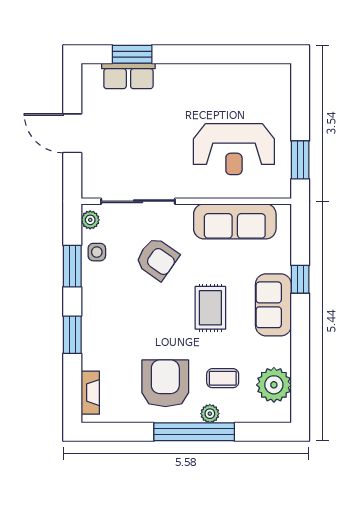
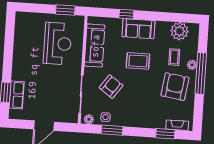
window: (72, 335) -> (165, 134), moved
armchair: (165, 383) -> (175, 87), turned 98

